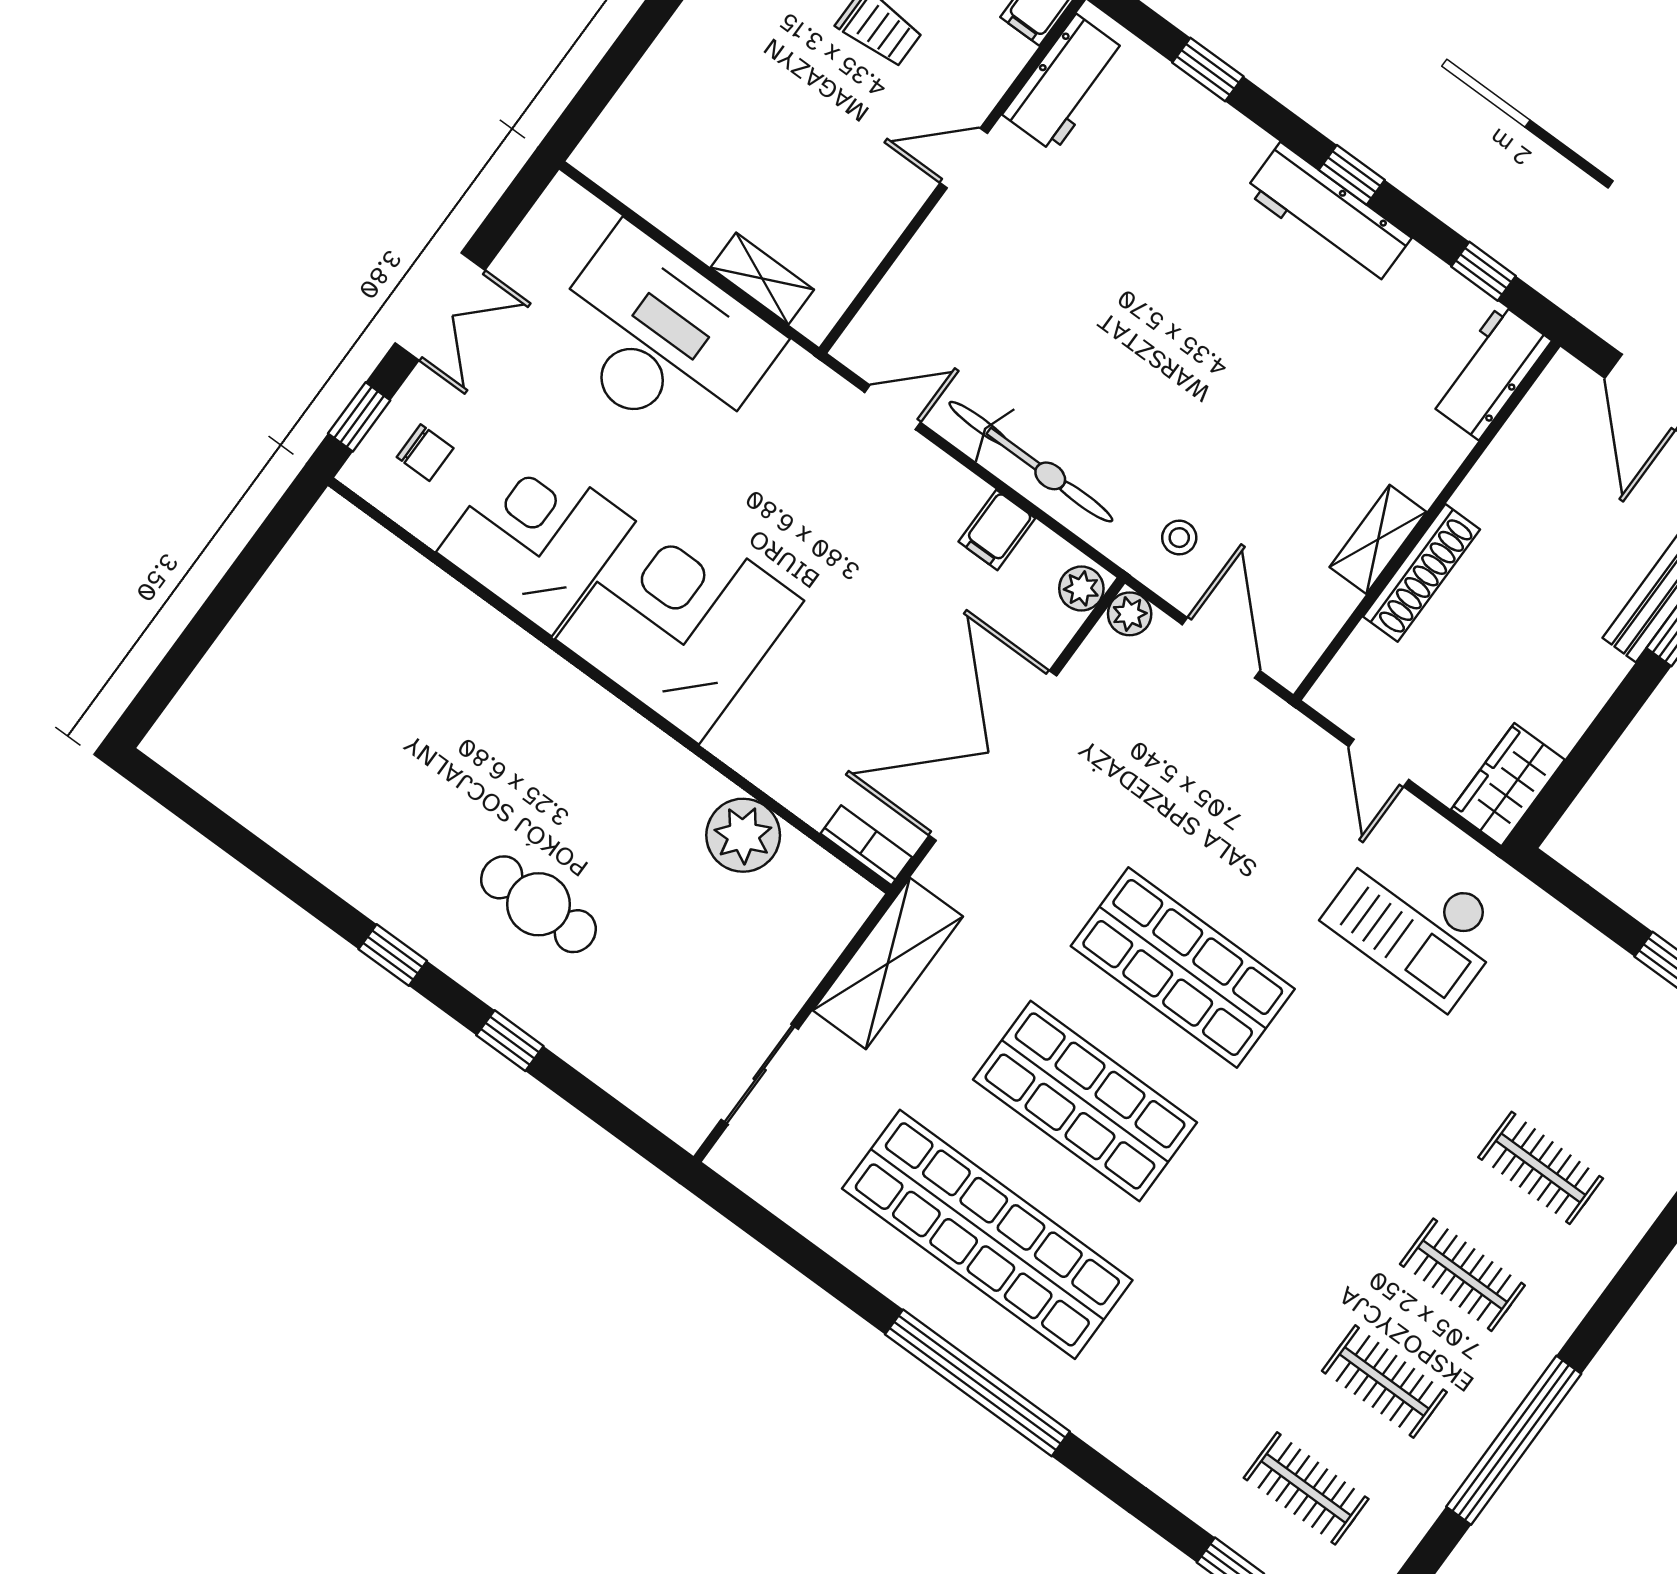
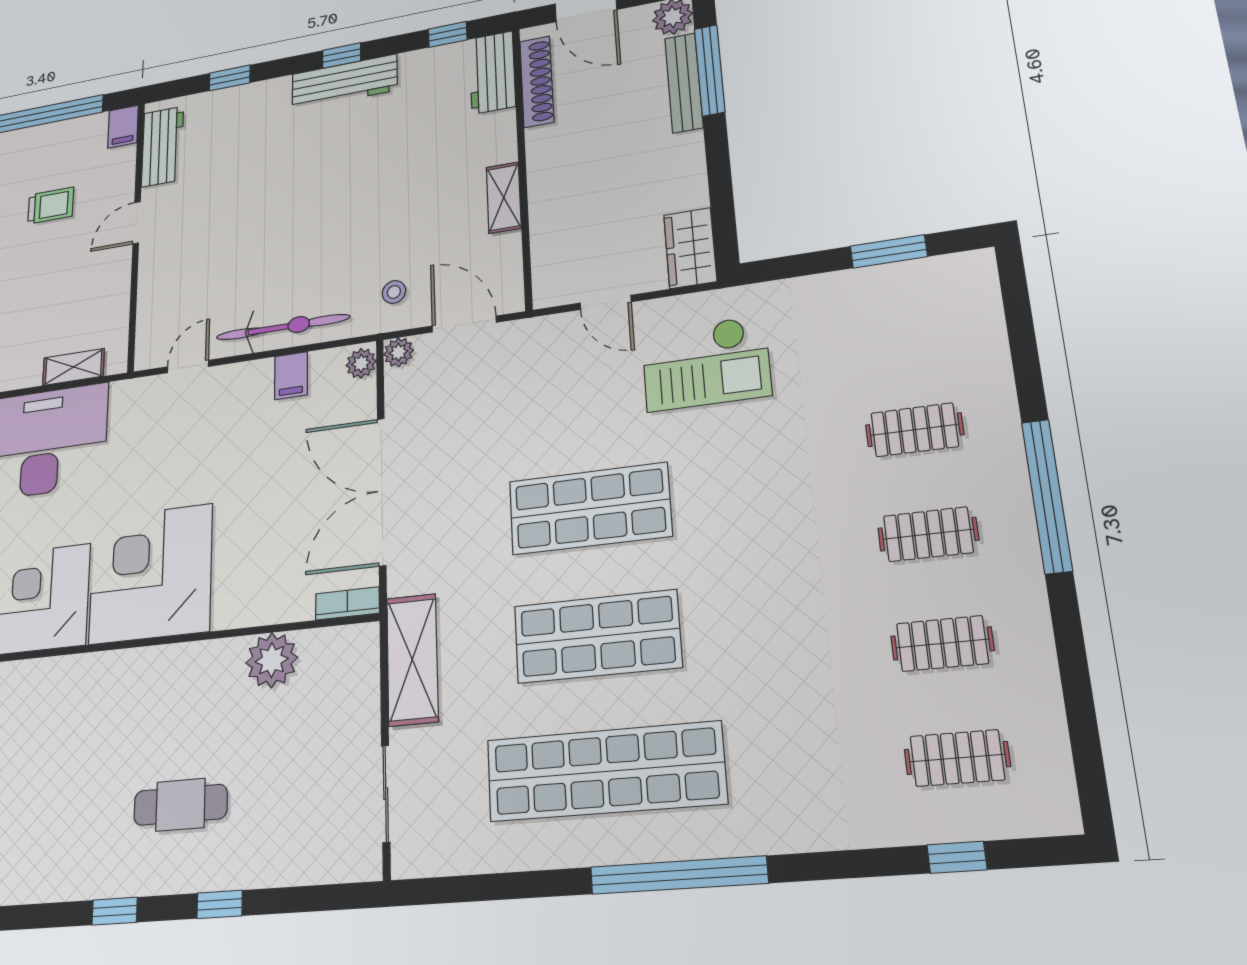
shoe rack: (1422, 573) -> (537, 82), moved
window: (1514, 1440) -> (1047, 496), moved

